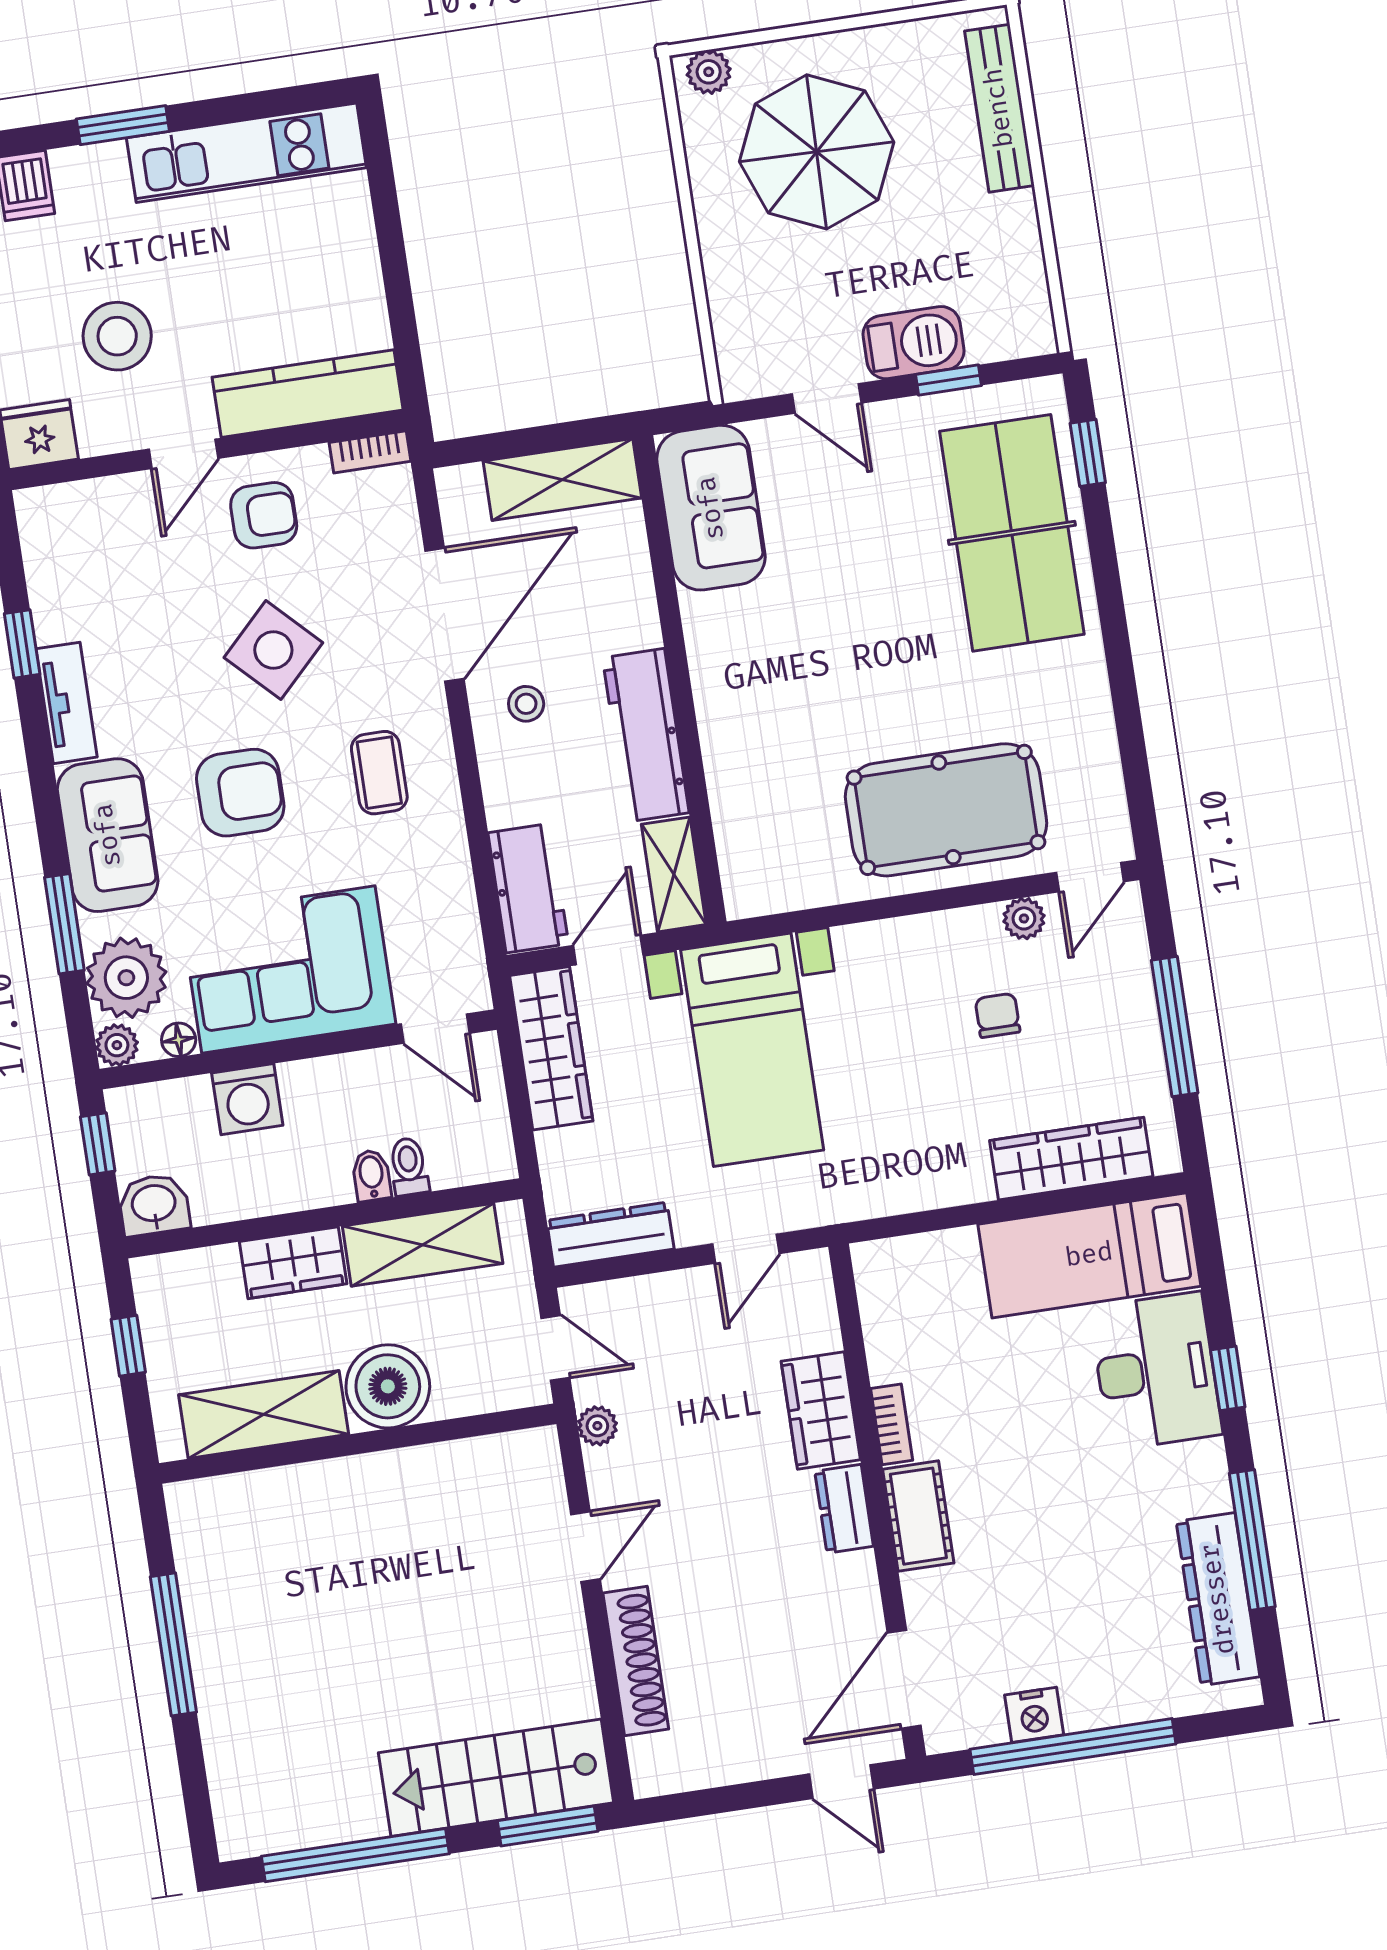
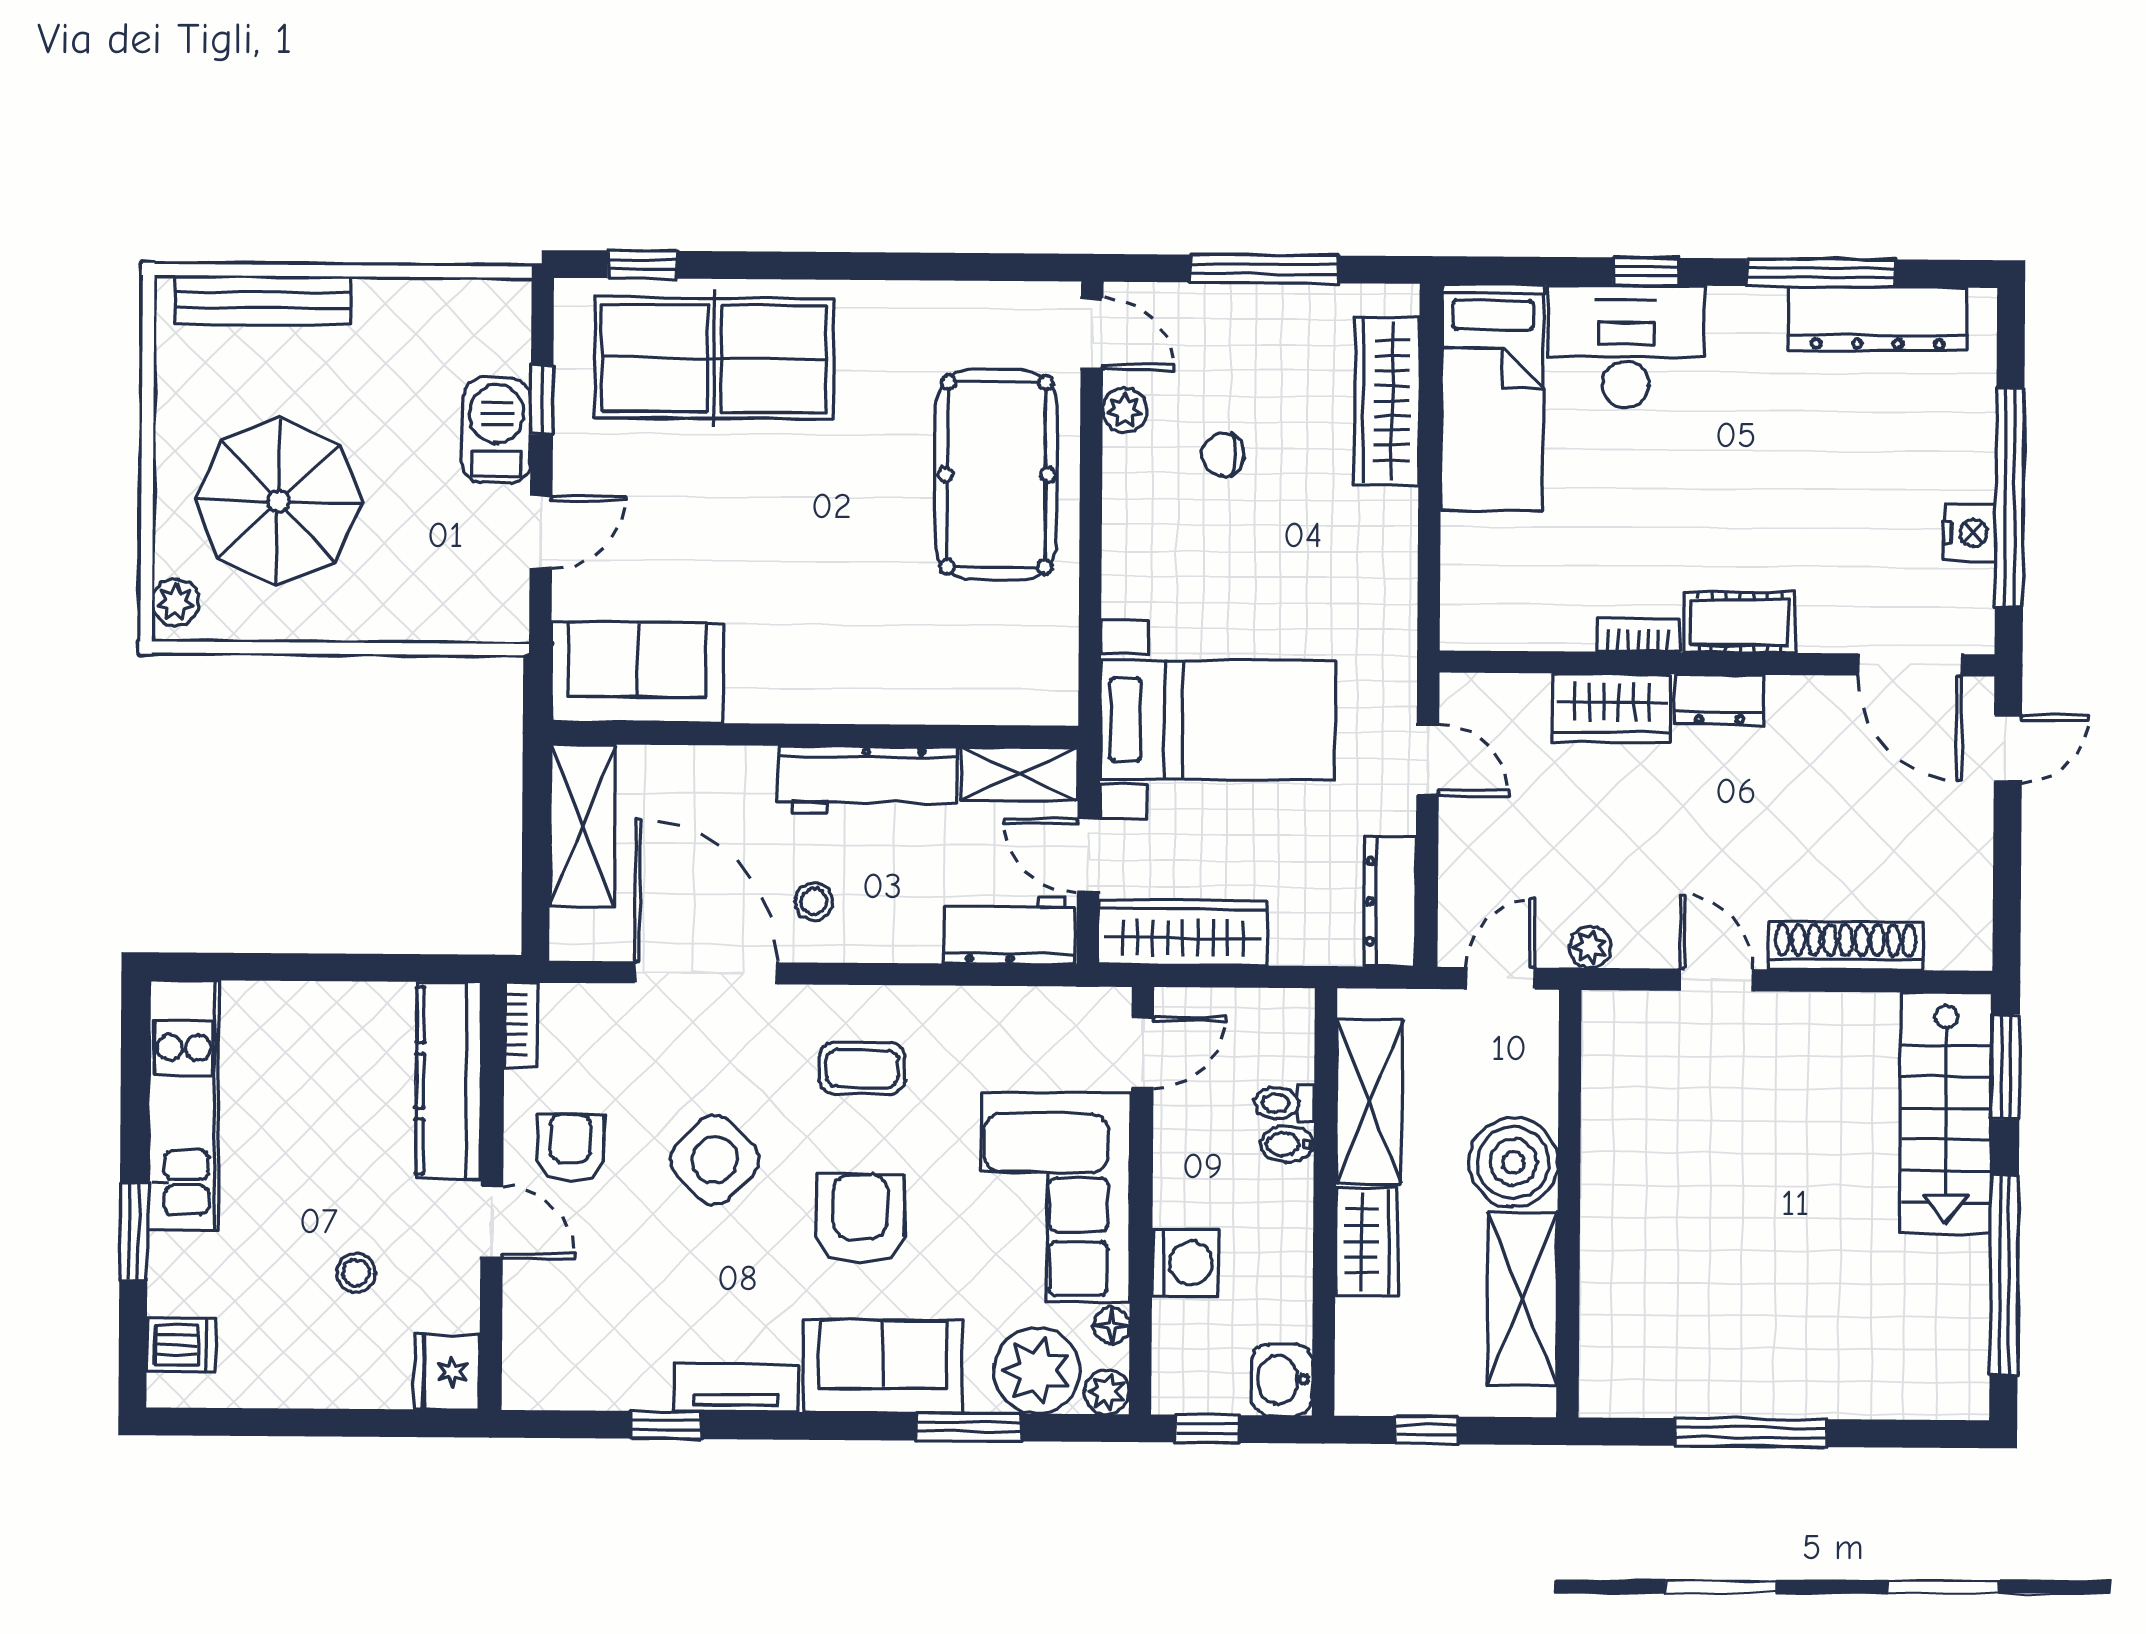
stool: (117, 336) -> (356, 1273), width x0.53, depth x0.53

